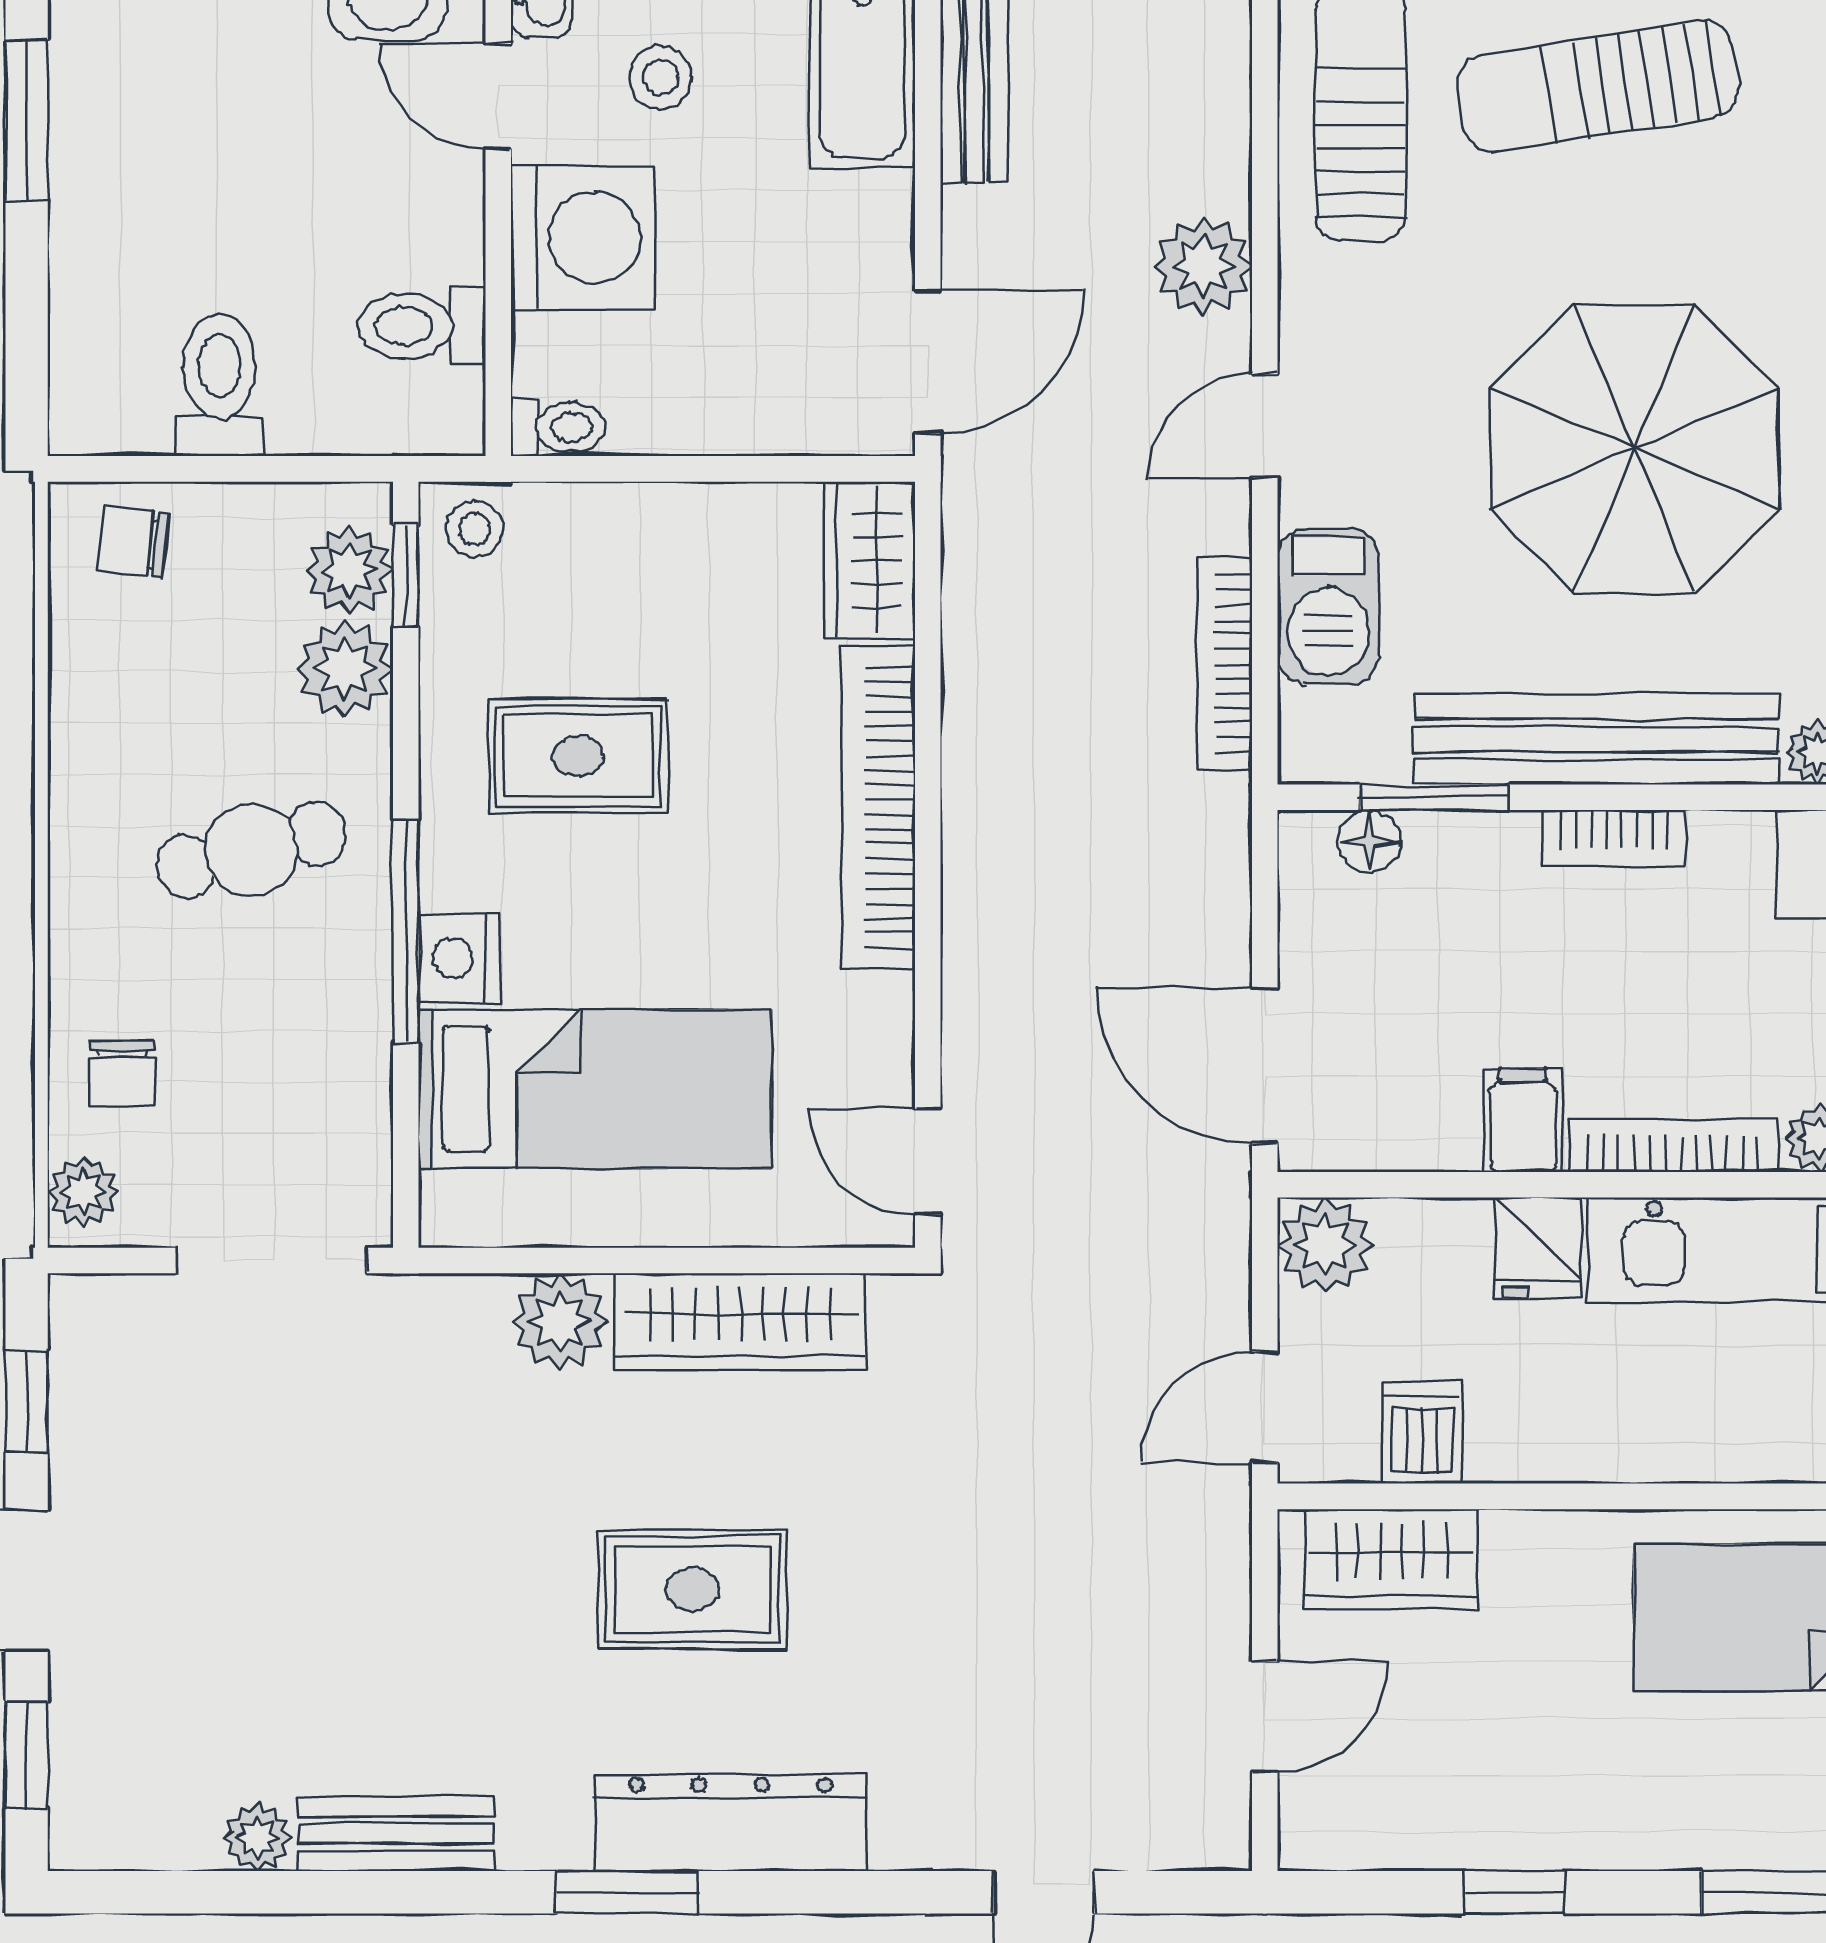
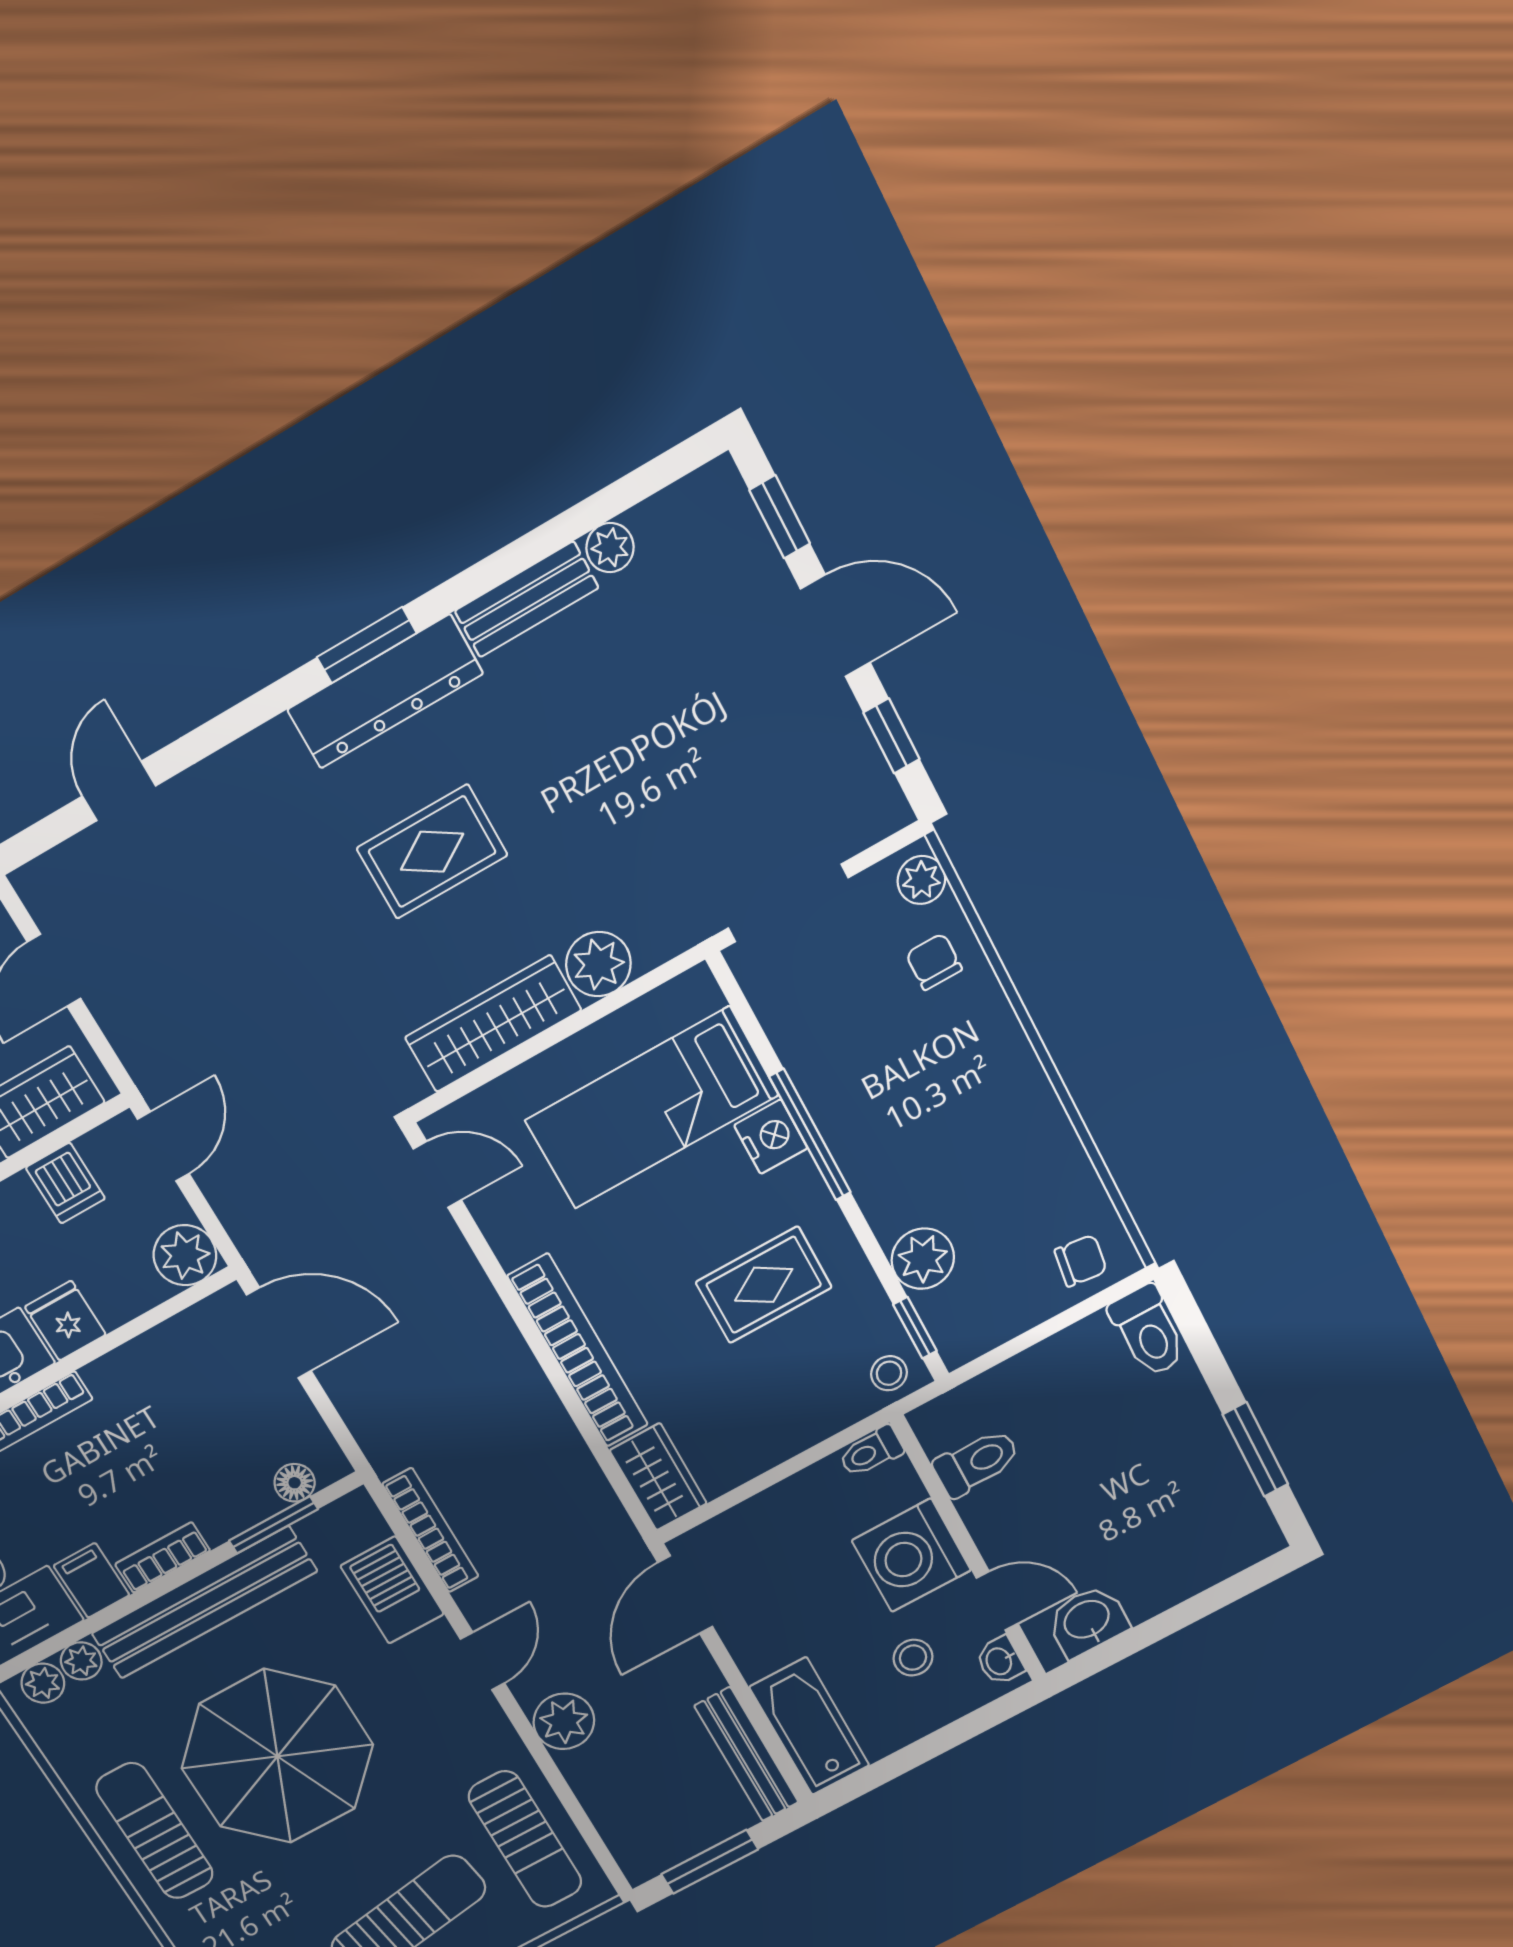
toilet: (220, 385) -> (1148, 1331), moved
plant: (349, 570) -> (949, 1313), removed
cafe table: (251, 850) -> (924, 1130), removed
filing cabinet: (1523, 1120) -> (92, 1580), moved, turned 180
dresser: (731, 1823) -> (385, 692), moved

